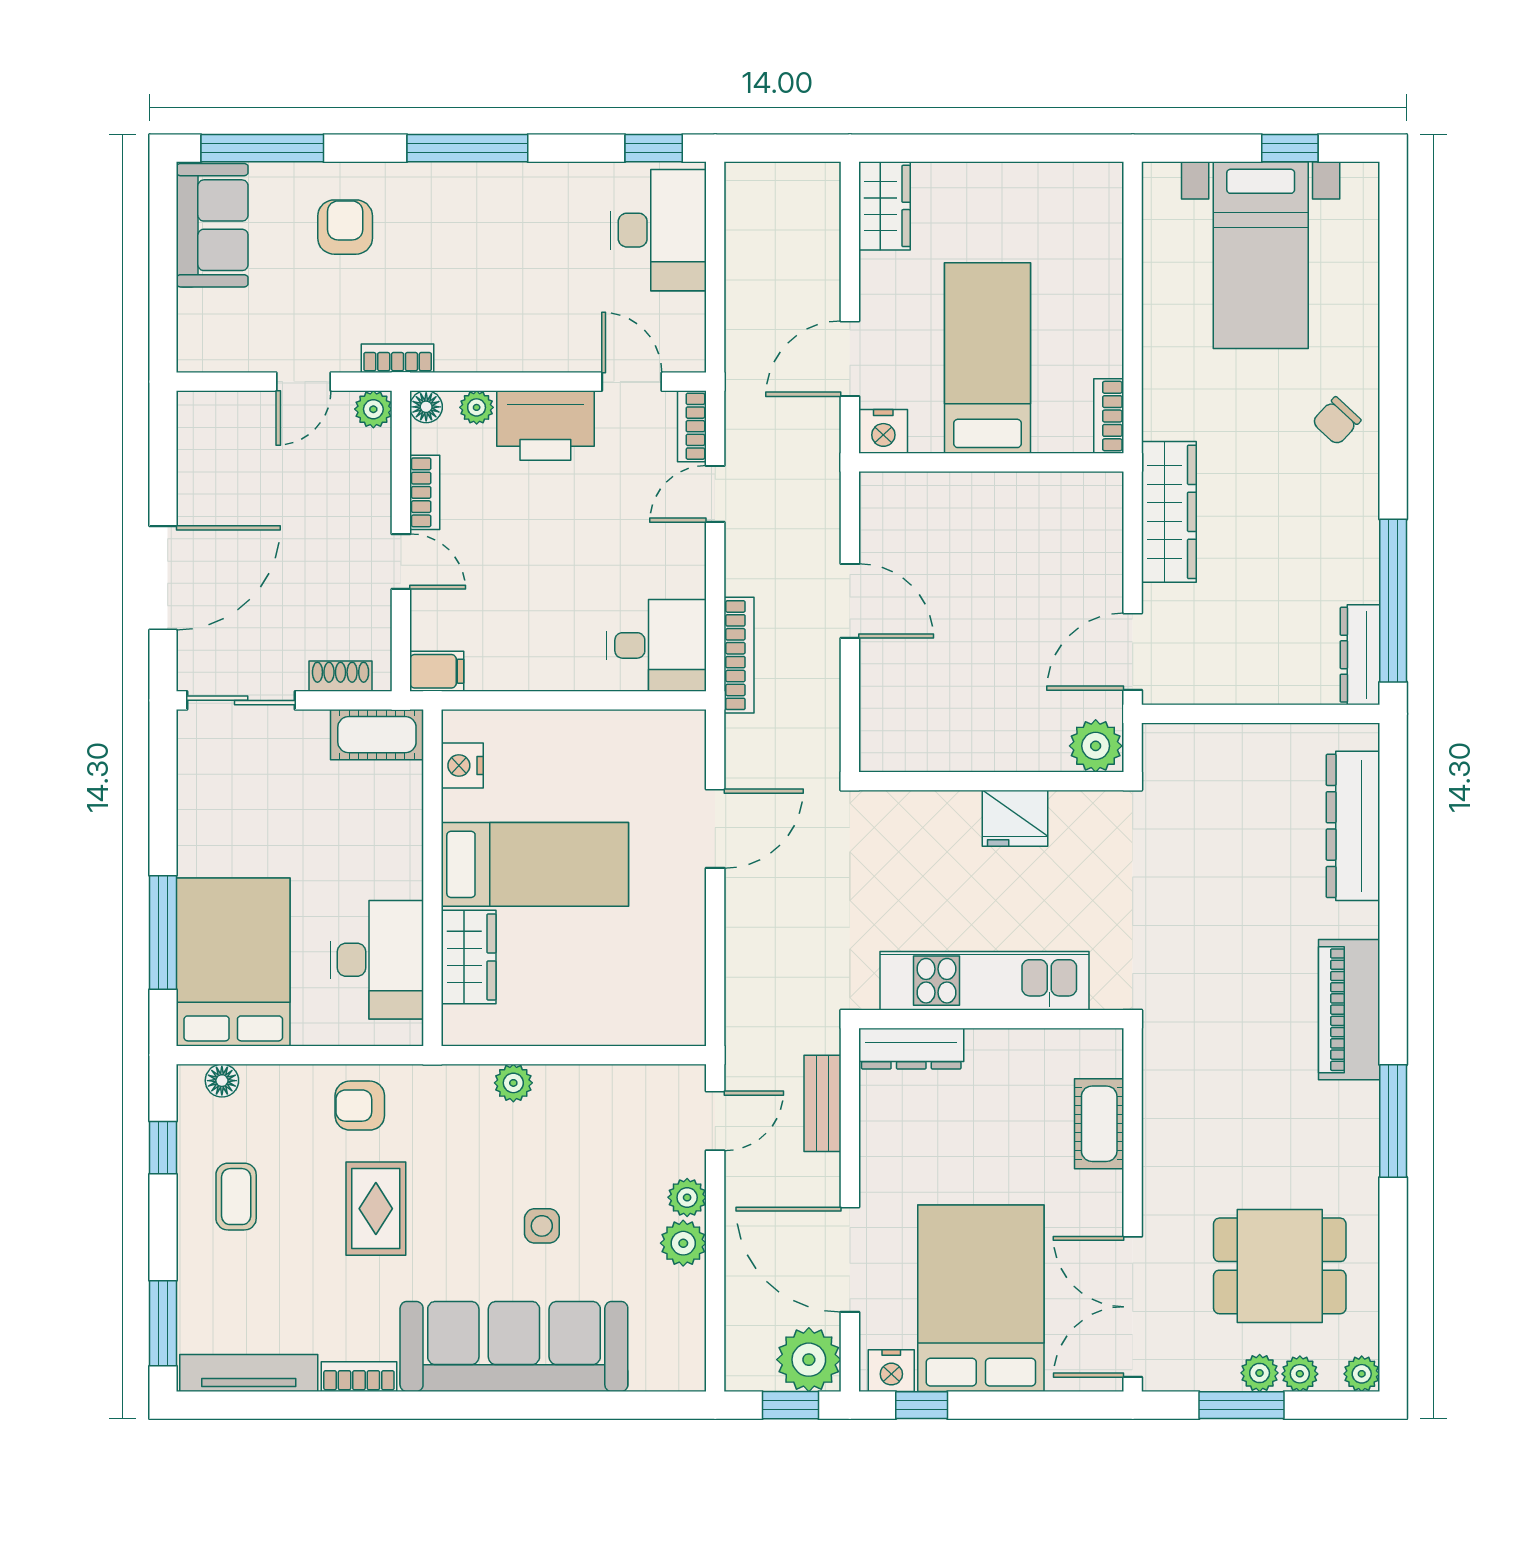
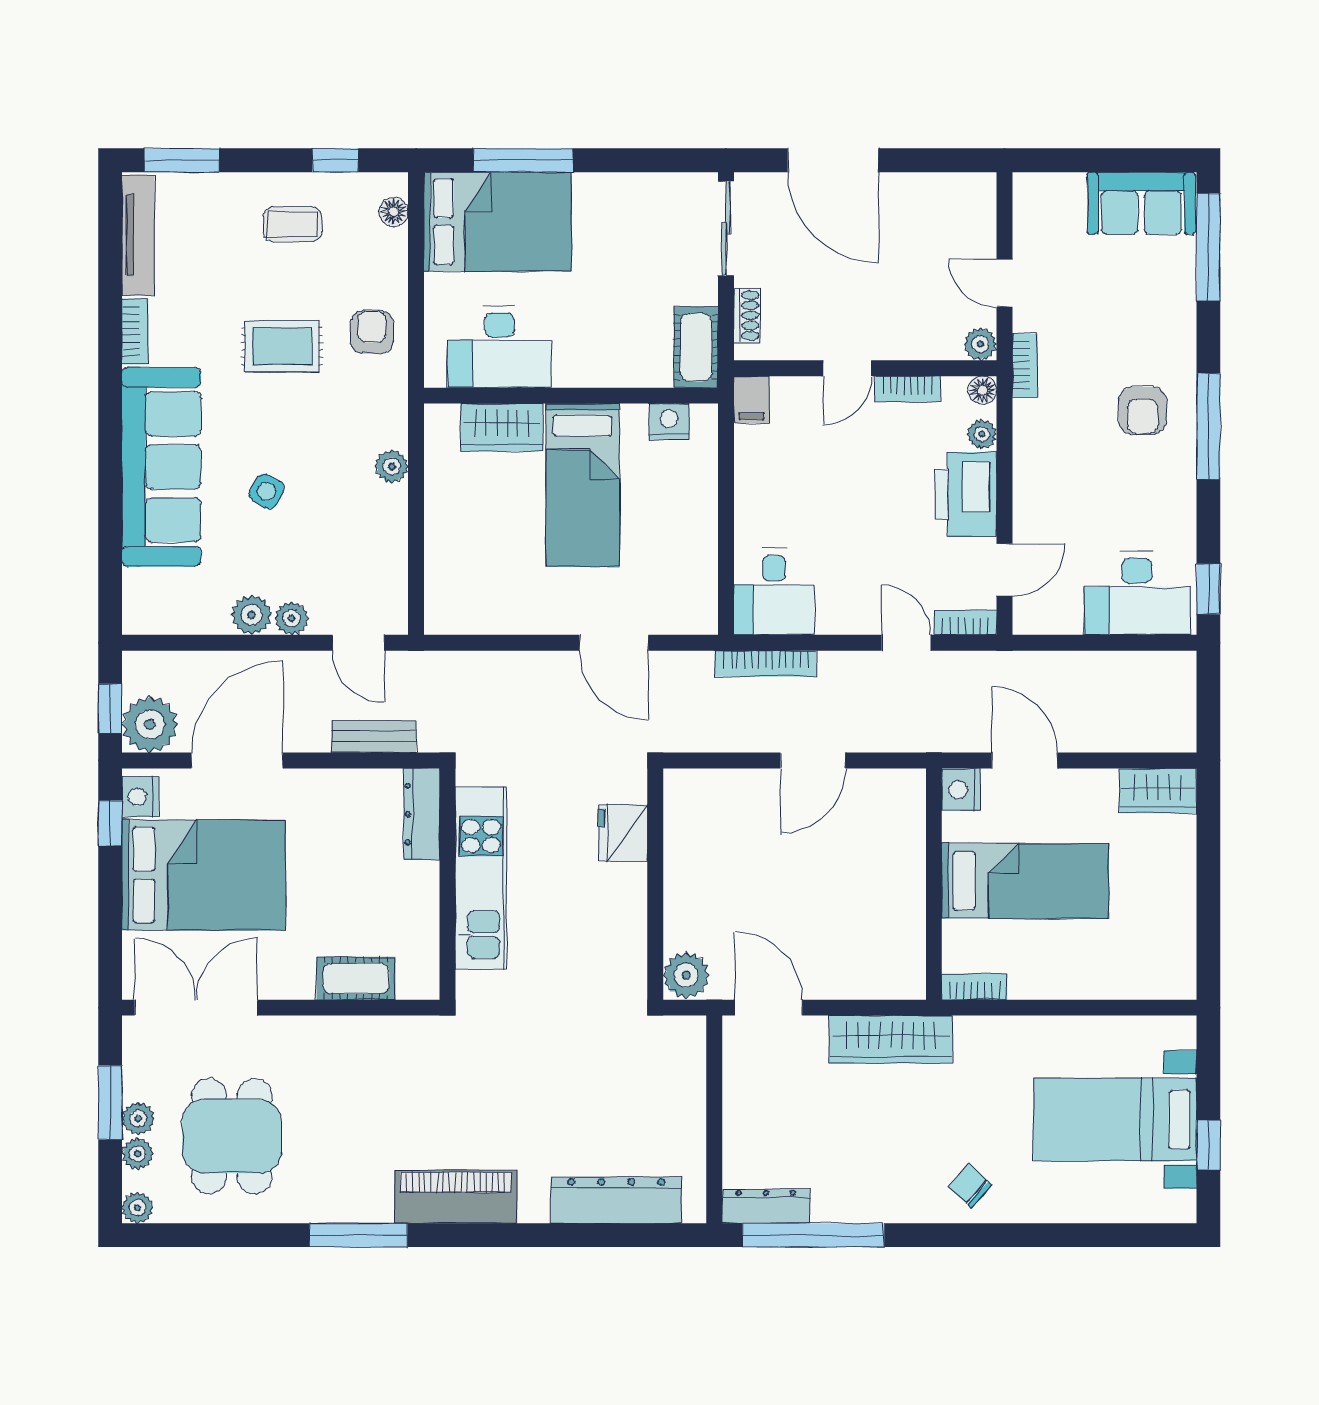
armchair: (345, 227) -> (1143, 411), moved, turned 90
fridge: (1015, 818) -> (623, 833), moved
side table: (542, 1226) -> (267, 491), turned 30

